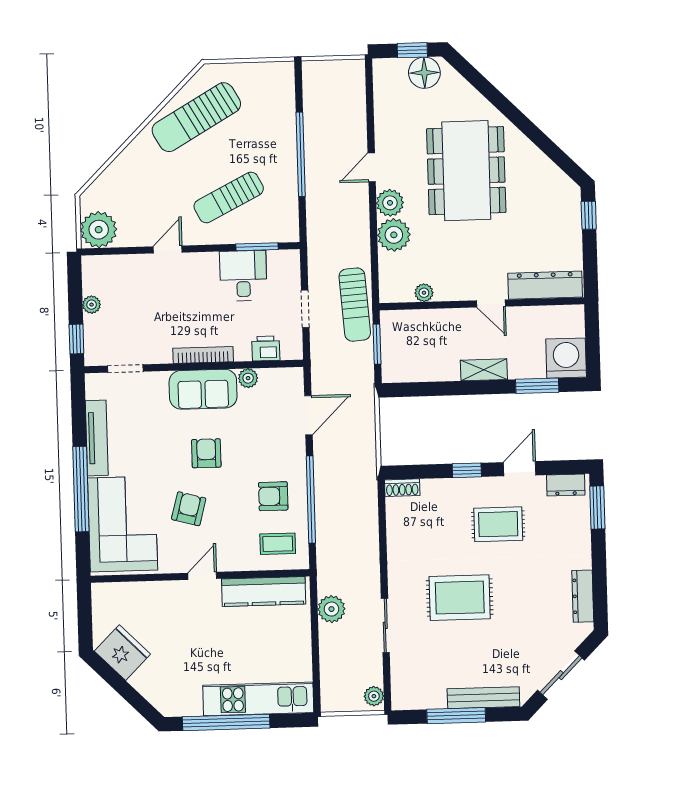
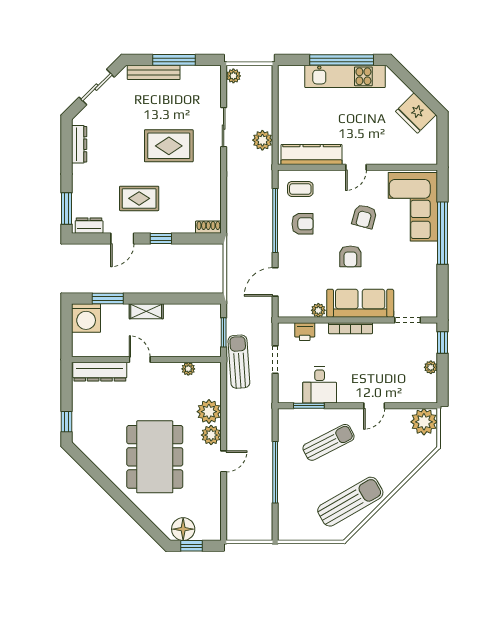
sofa: (203, 389) -> (360, 303), width x1.36
tv unit: (97, 438) -> (430, 270), removed
kitchen unit: (258, 699) -> (345, 76), moved

